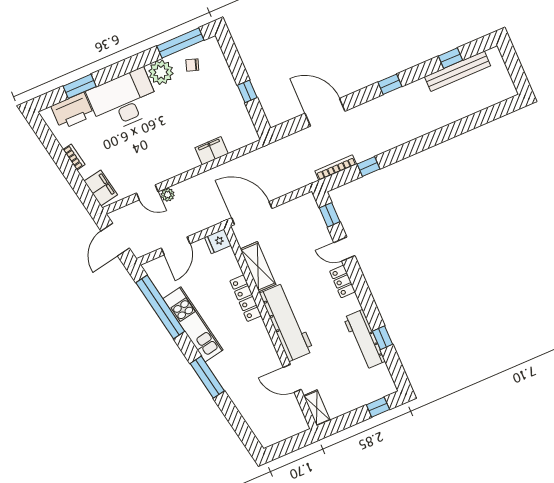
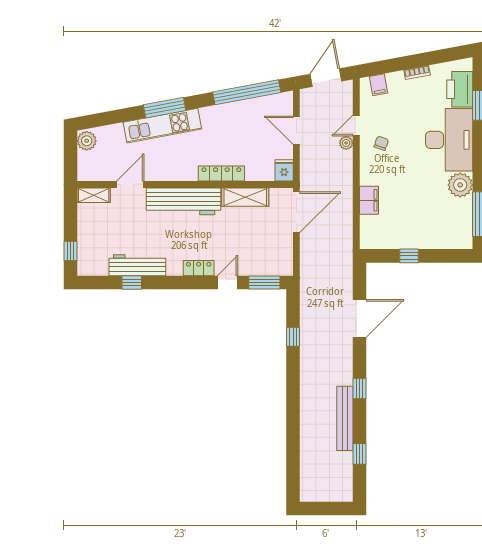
chair: (192, 65) -> (381, 143), moved
bench: (458, 71) -> (345, 418), moved
bookcase: (336, 168) -> (305, 307), removed
filing cabinet: (101, 188) -> (378, 85), width x0.50
window: (330, 215) -> (264, 282), width x1.50
door: (115, 240) -> (326, 78), hinge flipped
kitchen unit: (193, 324) -> (162, 126), moved
plant: (269, 436) -> (87, 141), added

